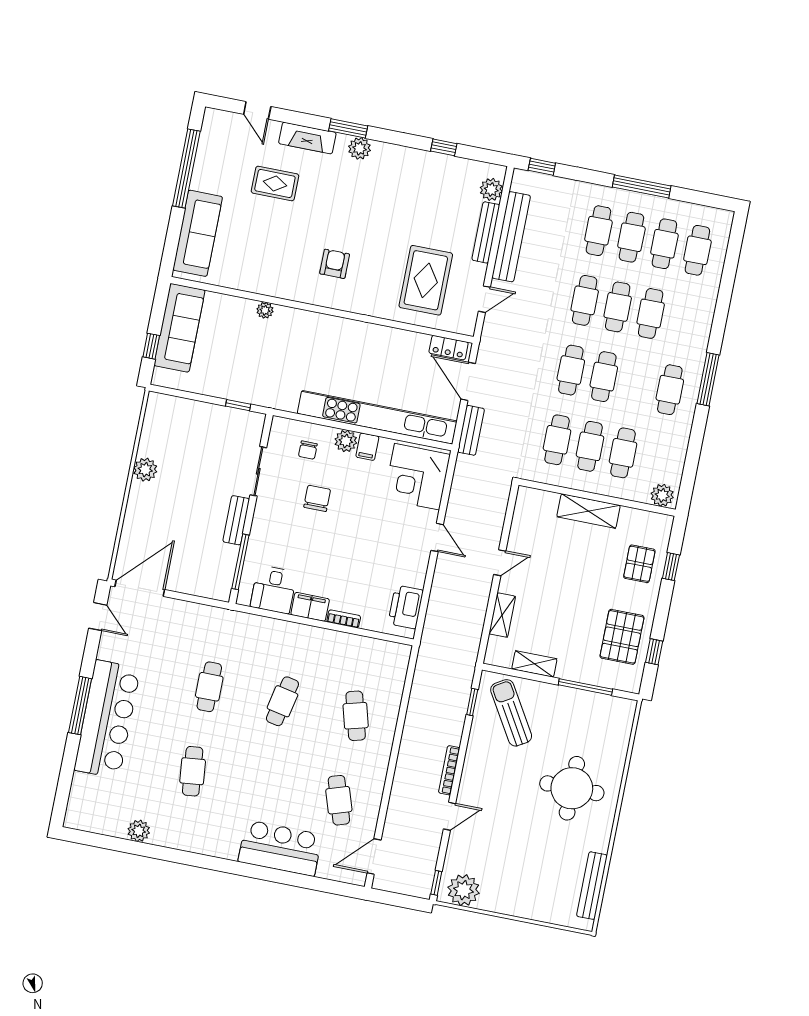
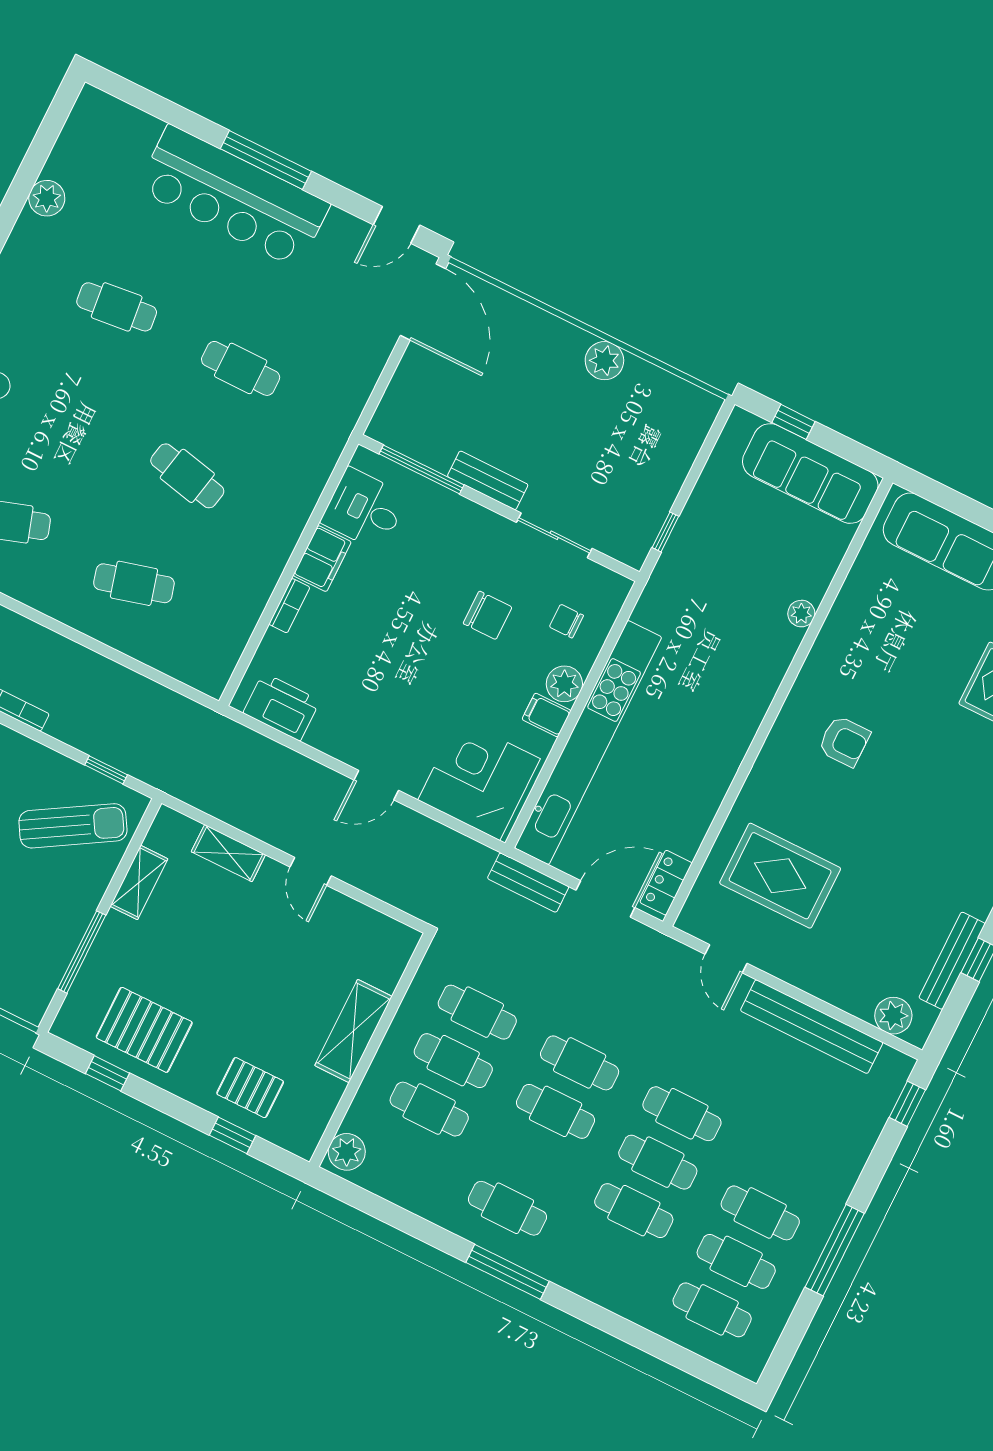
cafe table: (598, 231) -> (784, 1165), removed
bench: (486, 232) -> (952, 961), moved, turned 90

